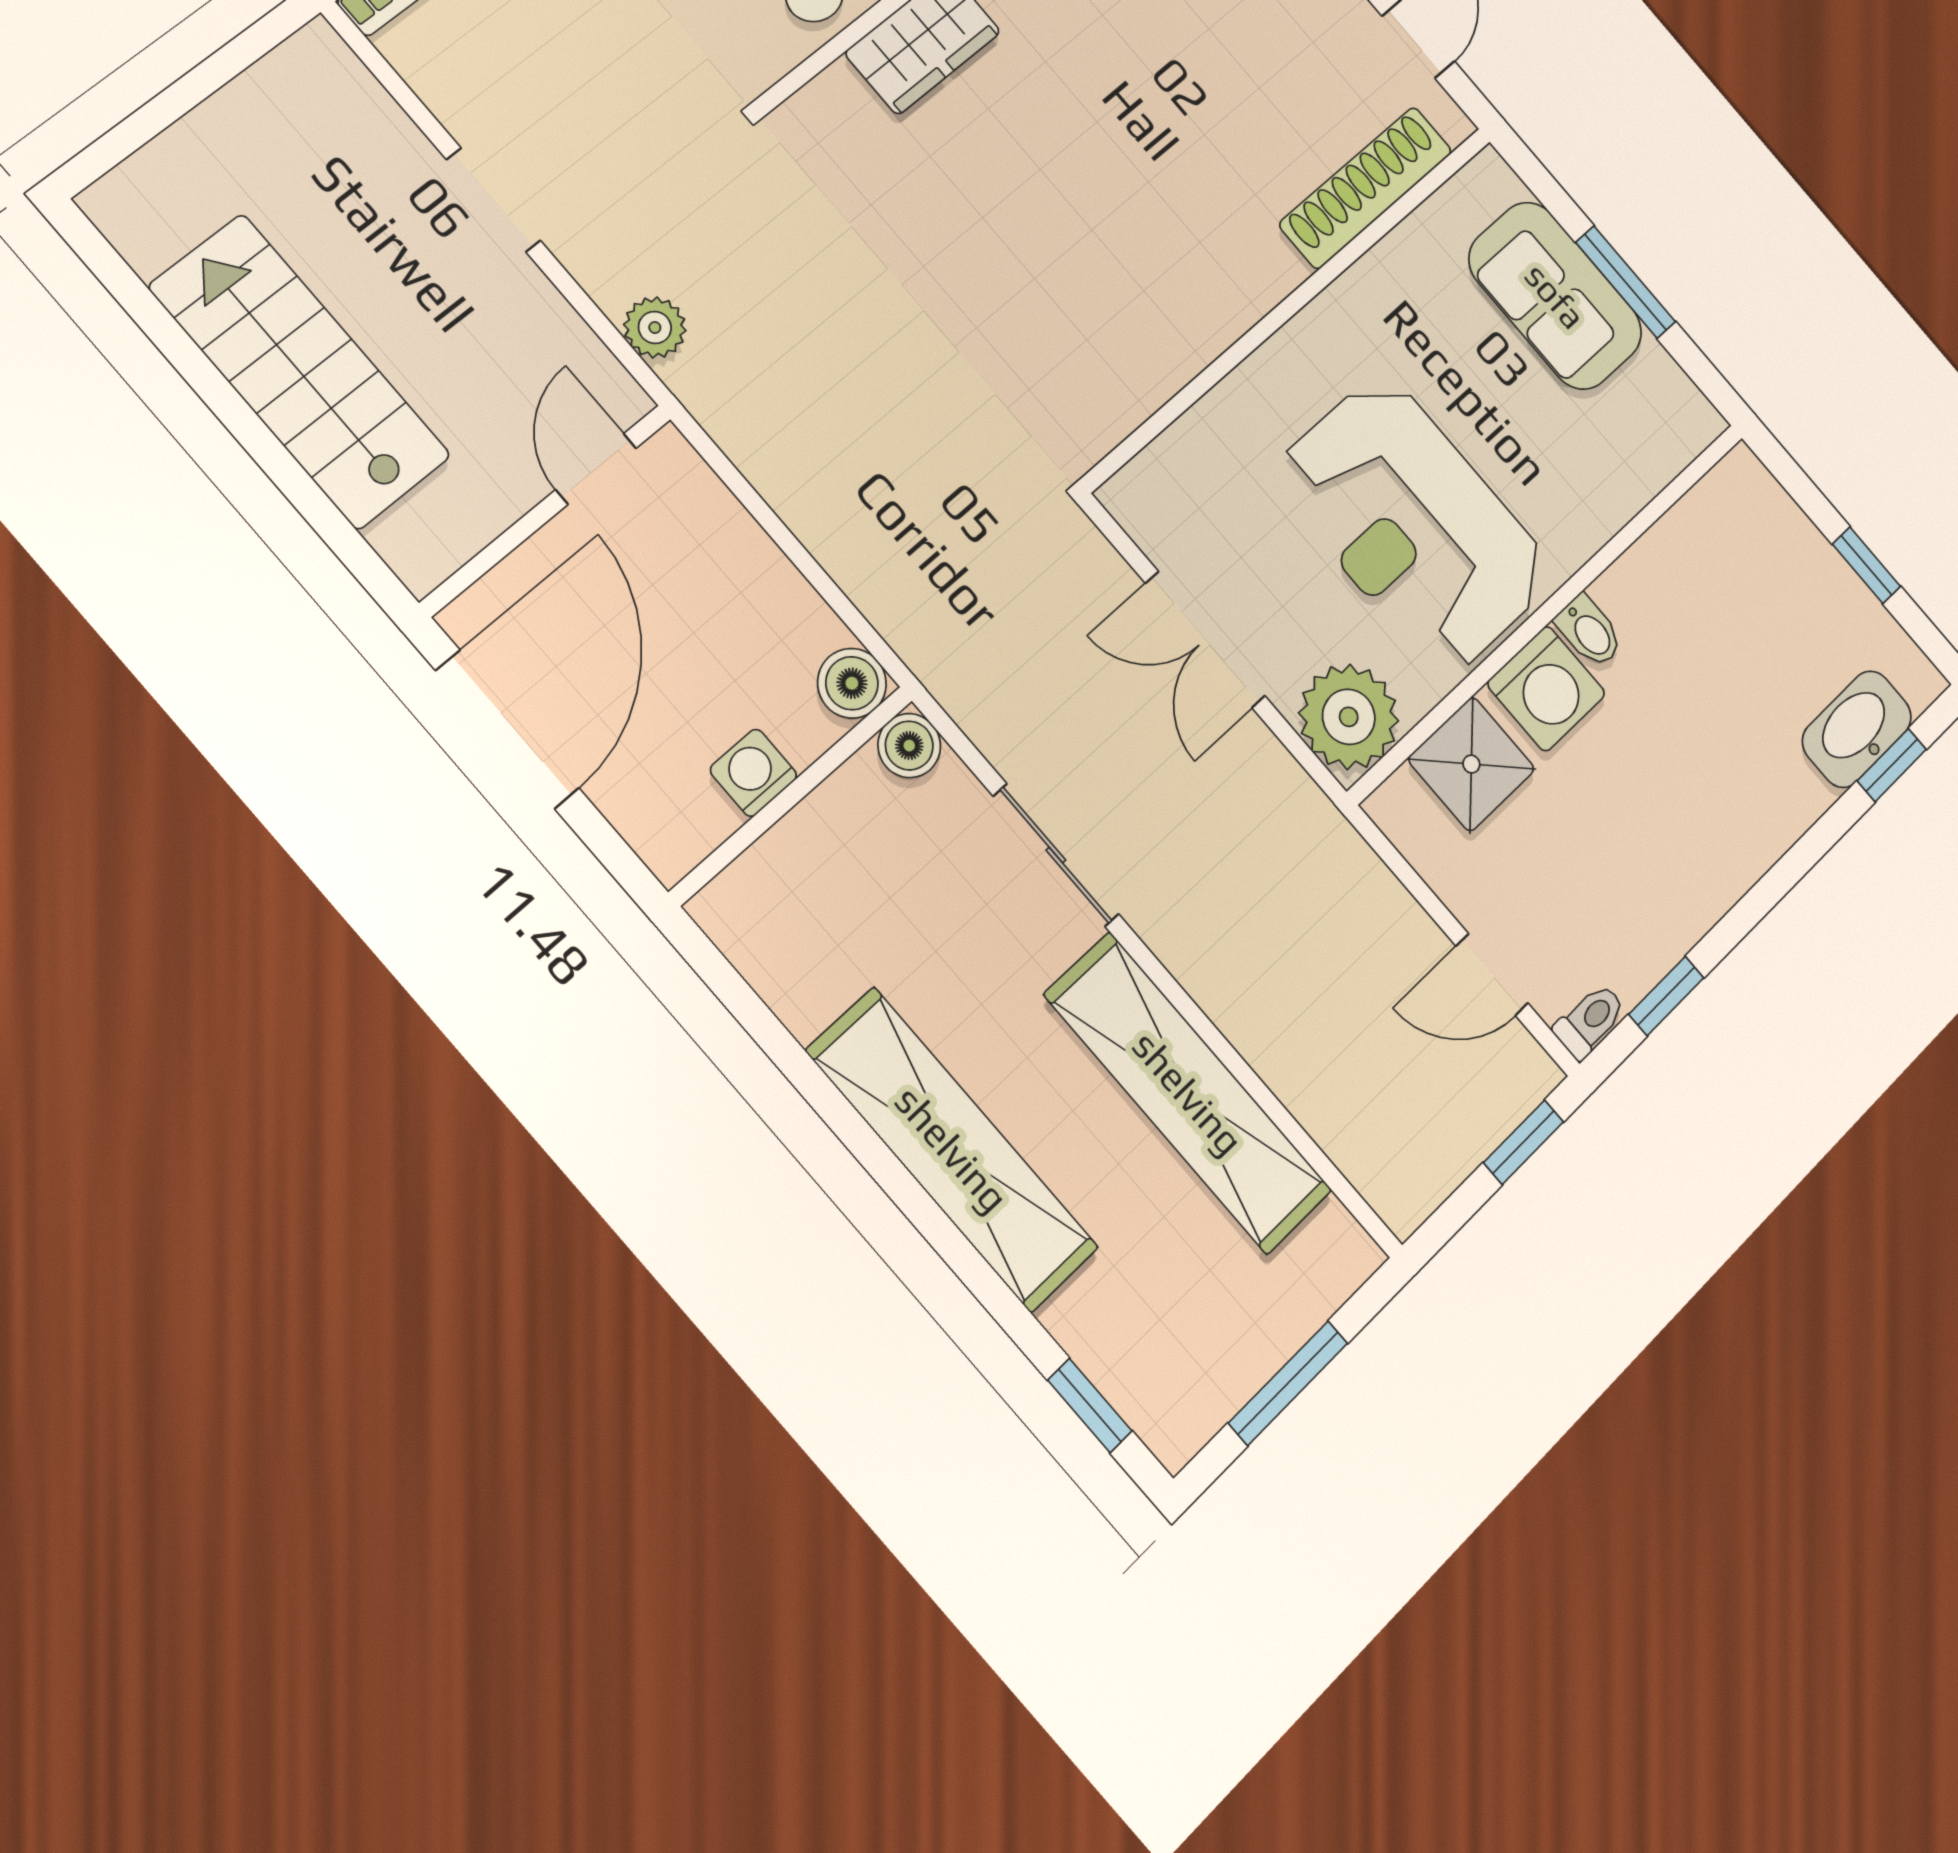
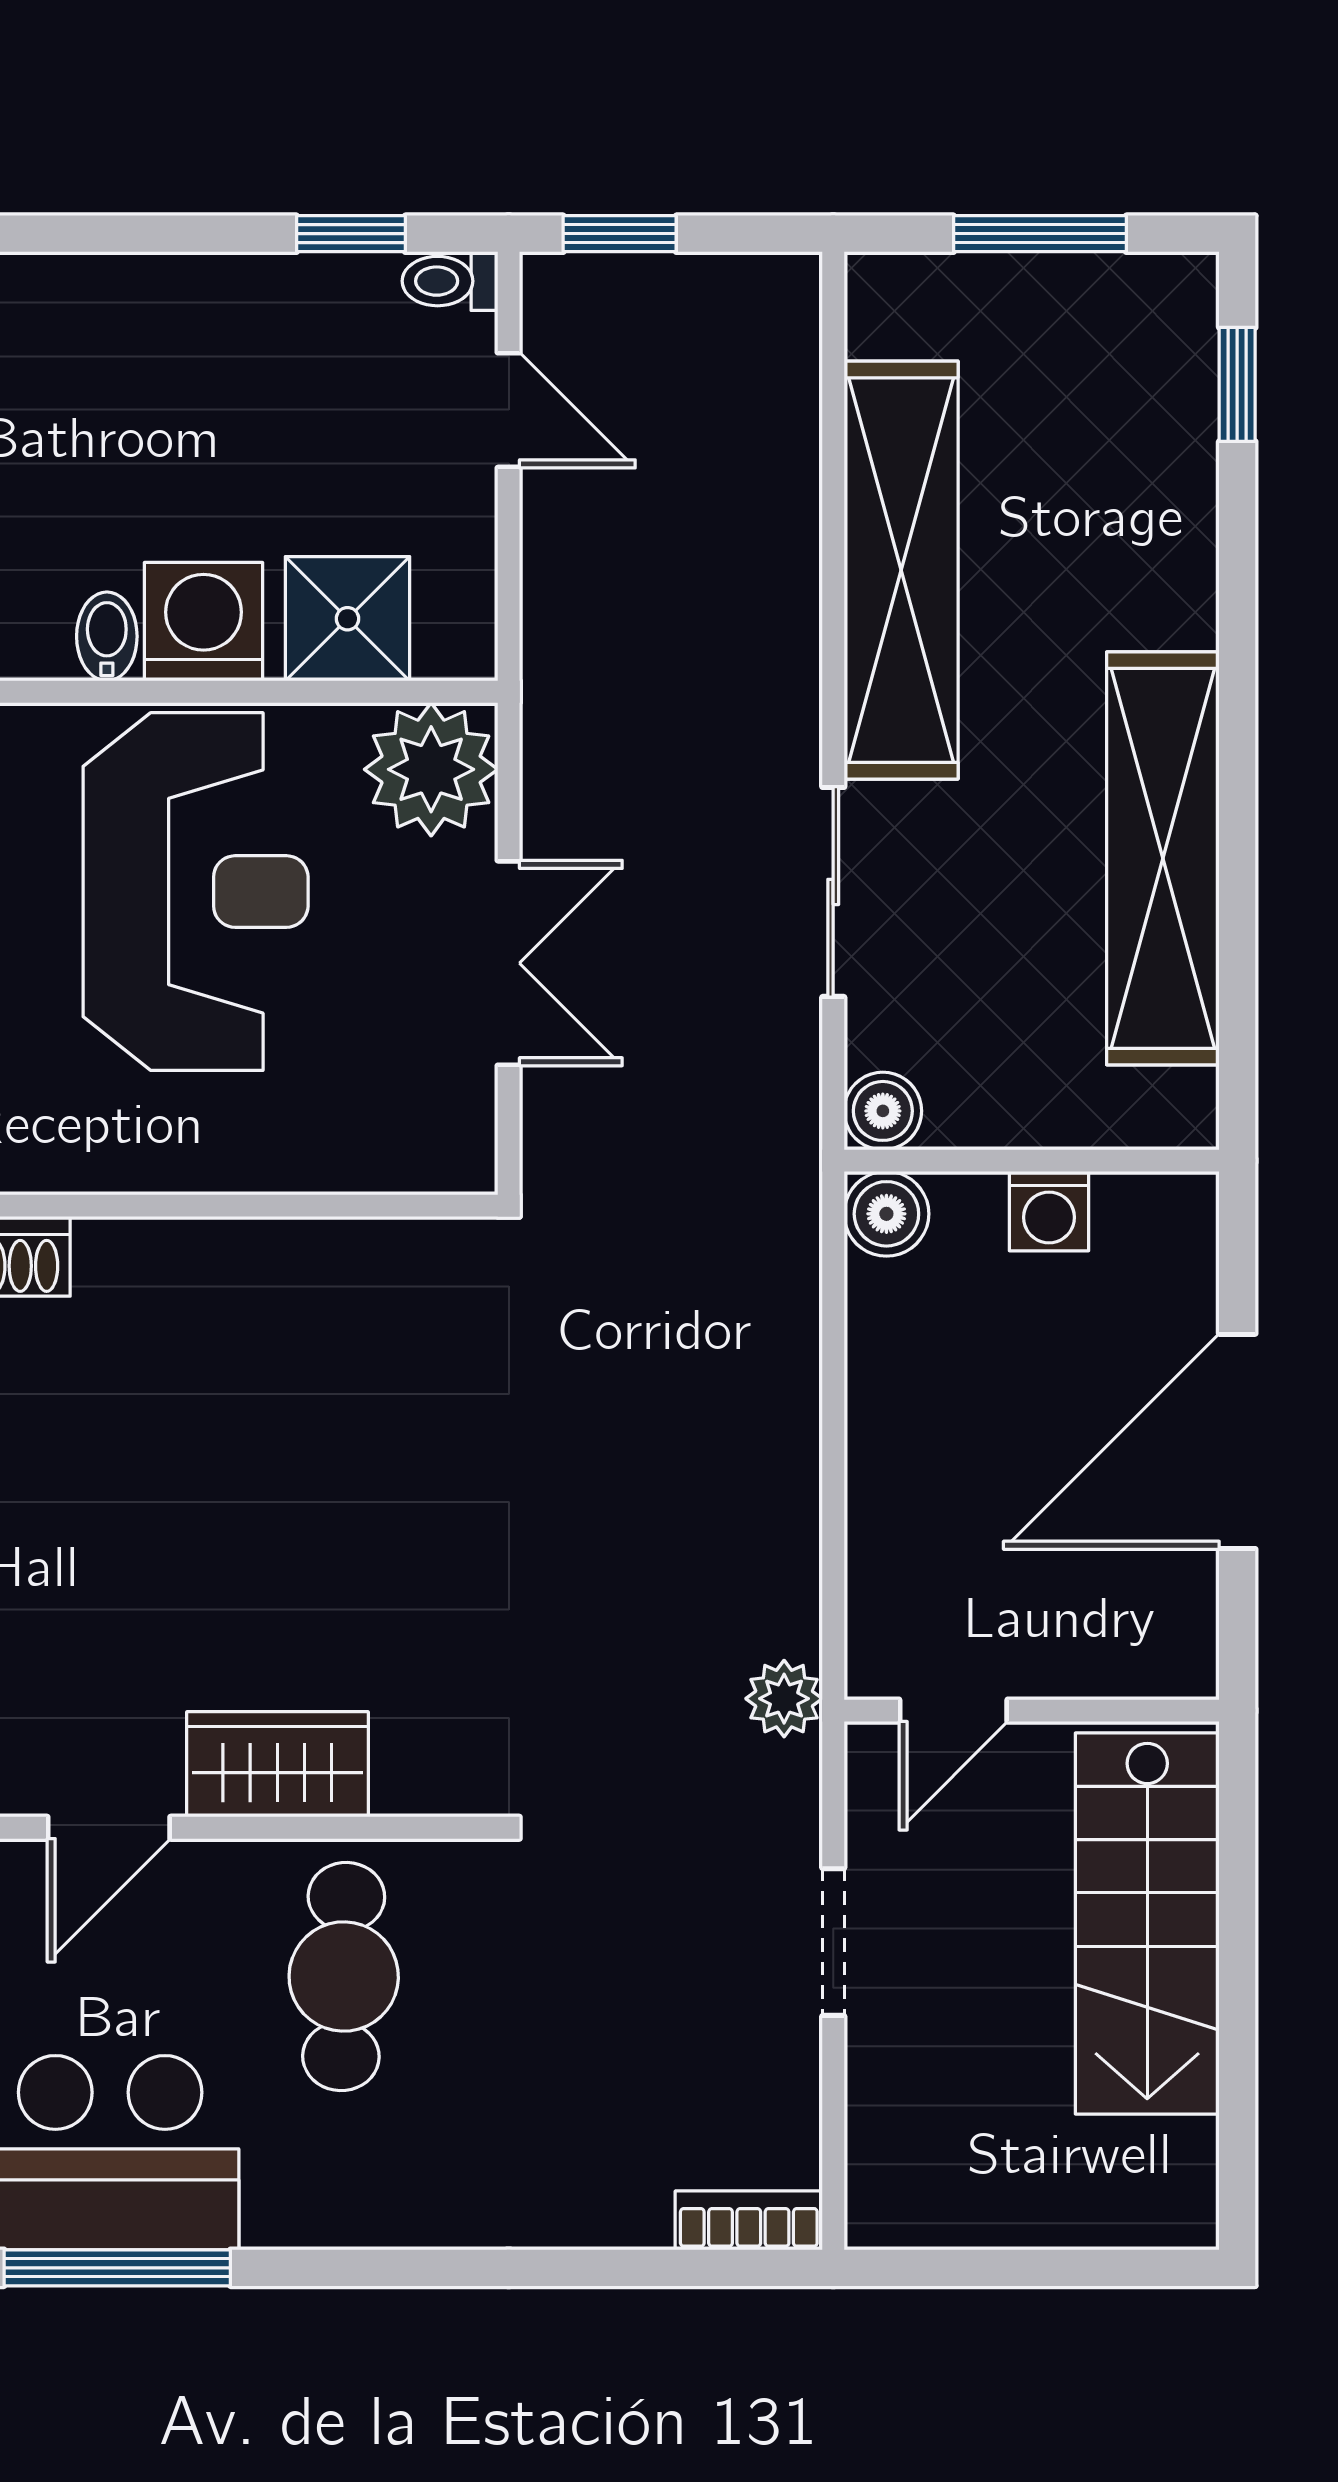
door: (596, 469) -> (953, 1711), moved
wall: (546, 510) -> (1032, 1711), moved
shelving: (952, 1149) -> (1163, 858), moved

